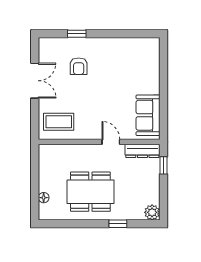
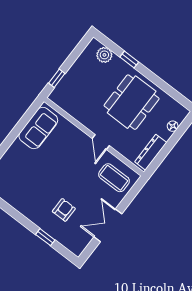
door: (111, 142) -> (101, 142), moved
dresser: (142, 151) -> (151, 152), moved, turned -90
dining table: (90, 192) -> (132, 102), turned 90
plant: (152, 212) -> (104, 55), moved

